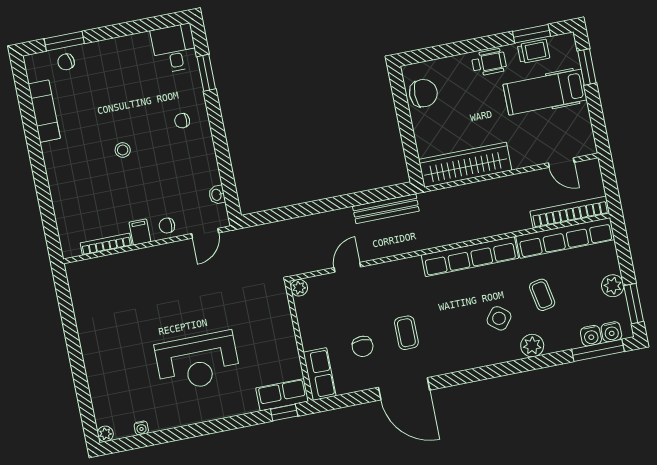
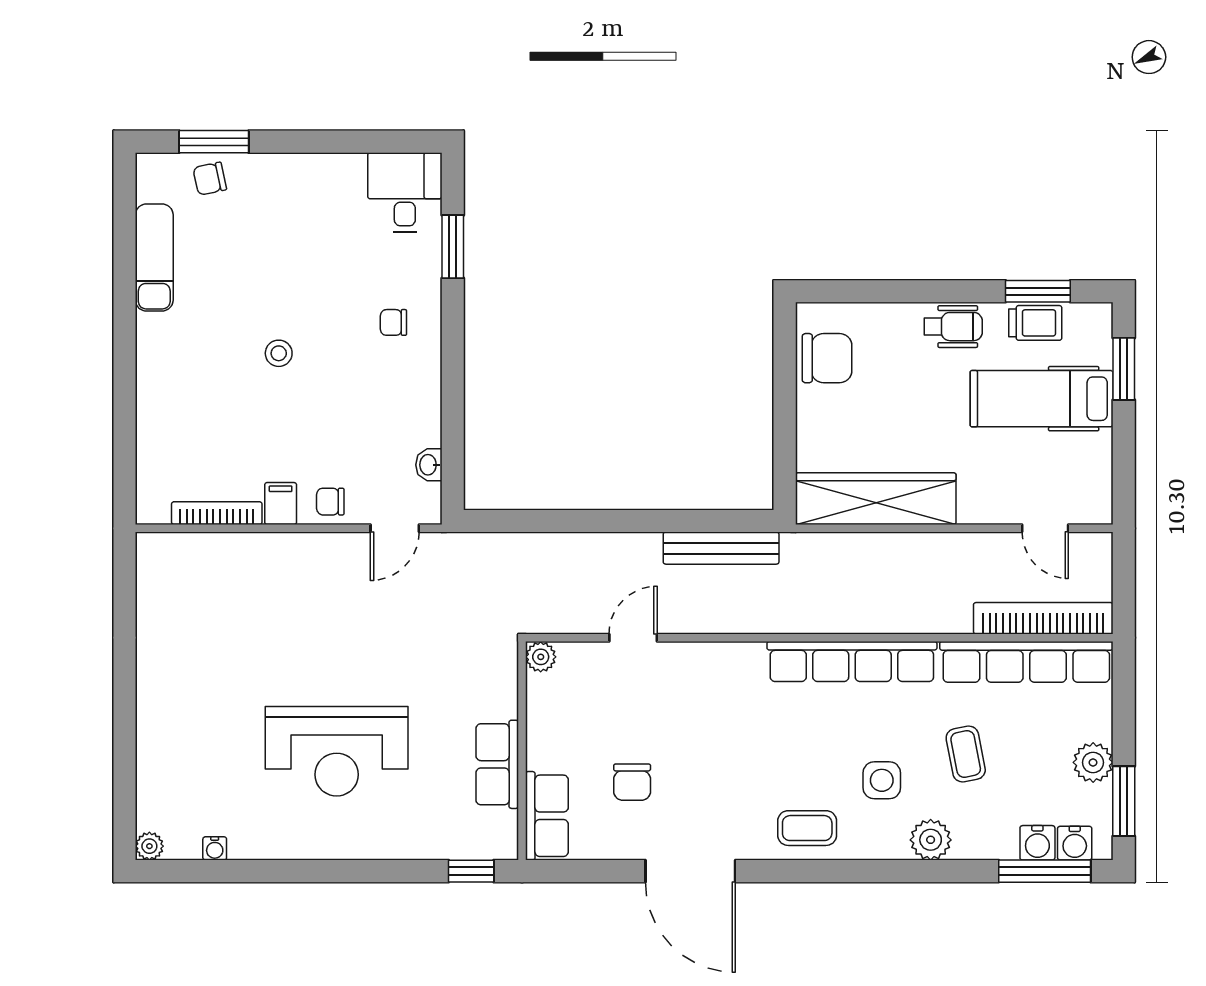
side table: (499, 318) -> (882, 780), turned -38
coffee table: (406, 333) -> (807, 828), moved, turned 90
row of seats: (282, 395) -> (497, 764), moved, turned -90

